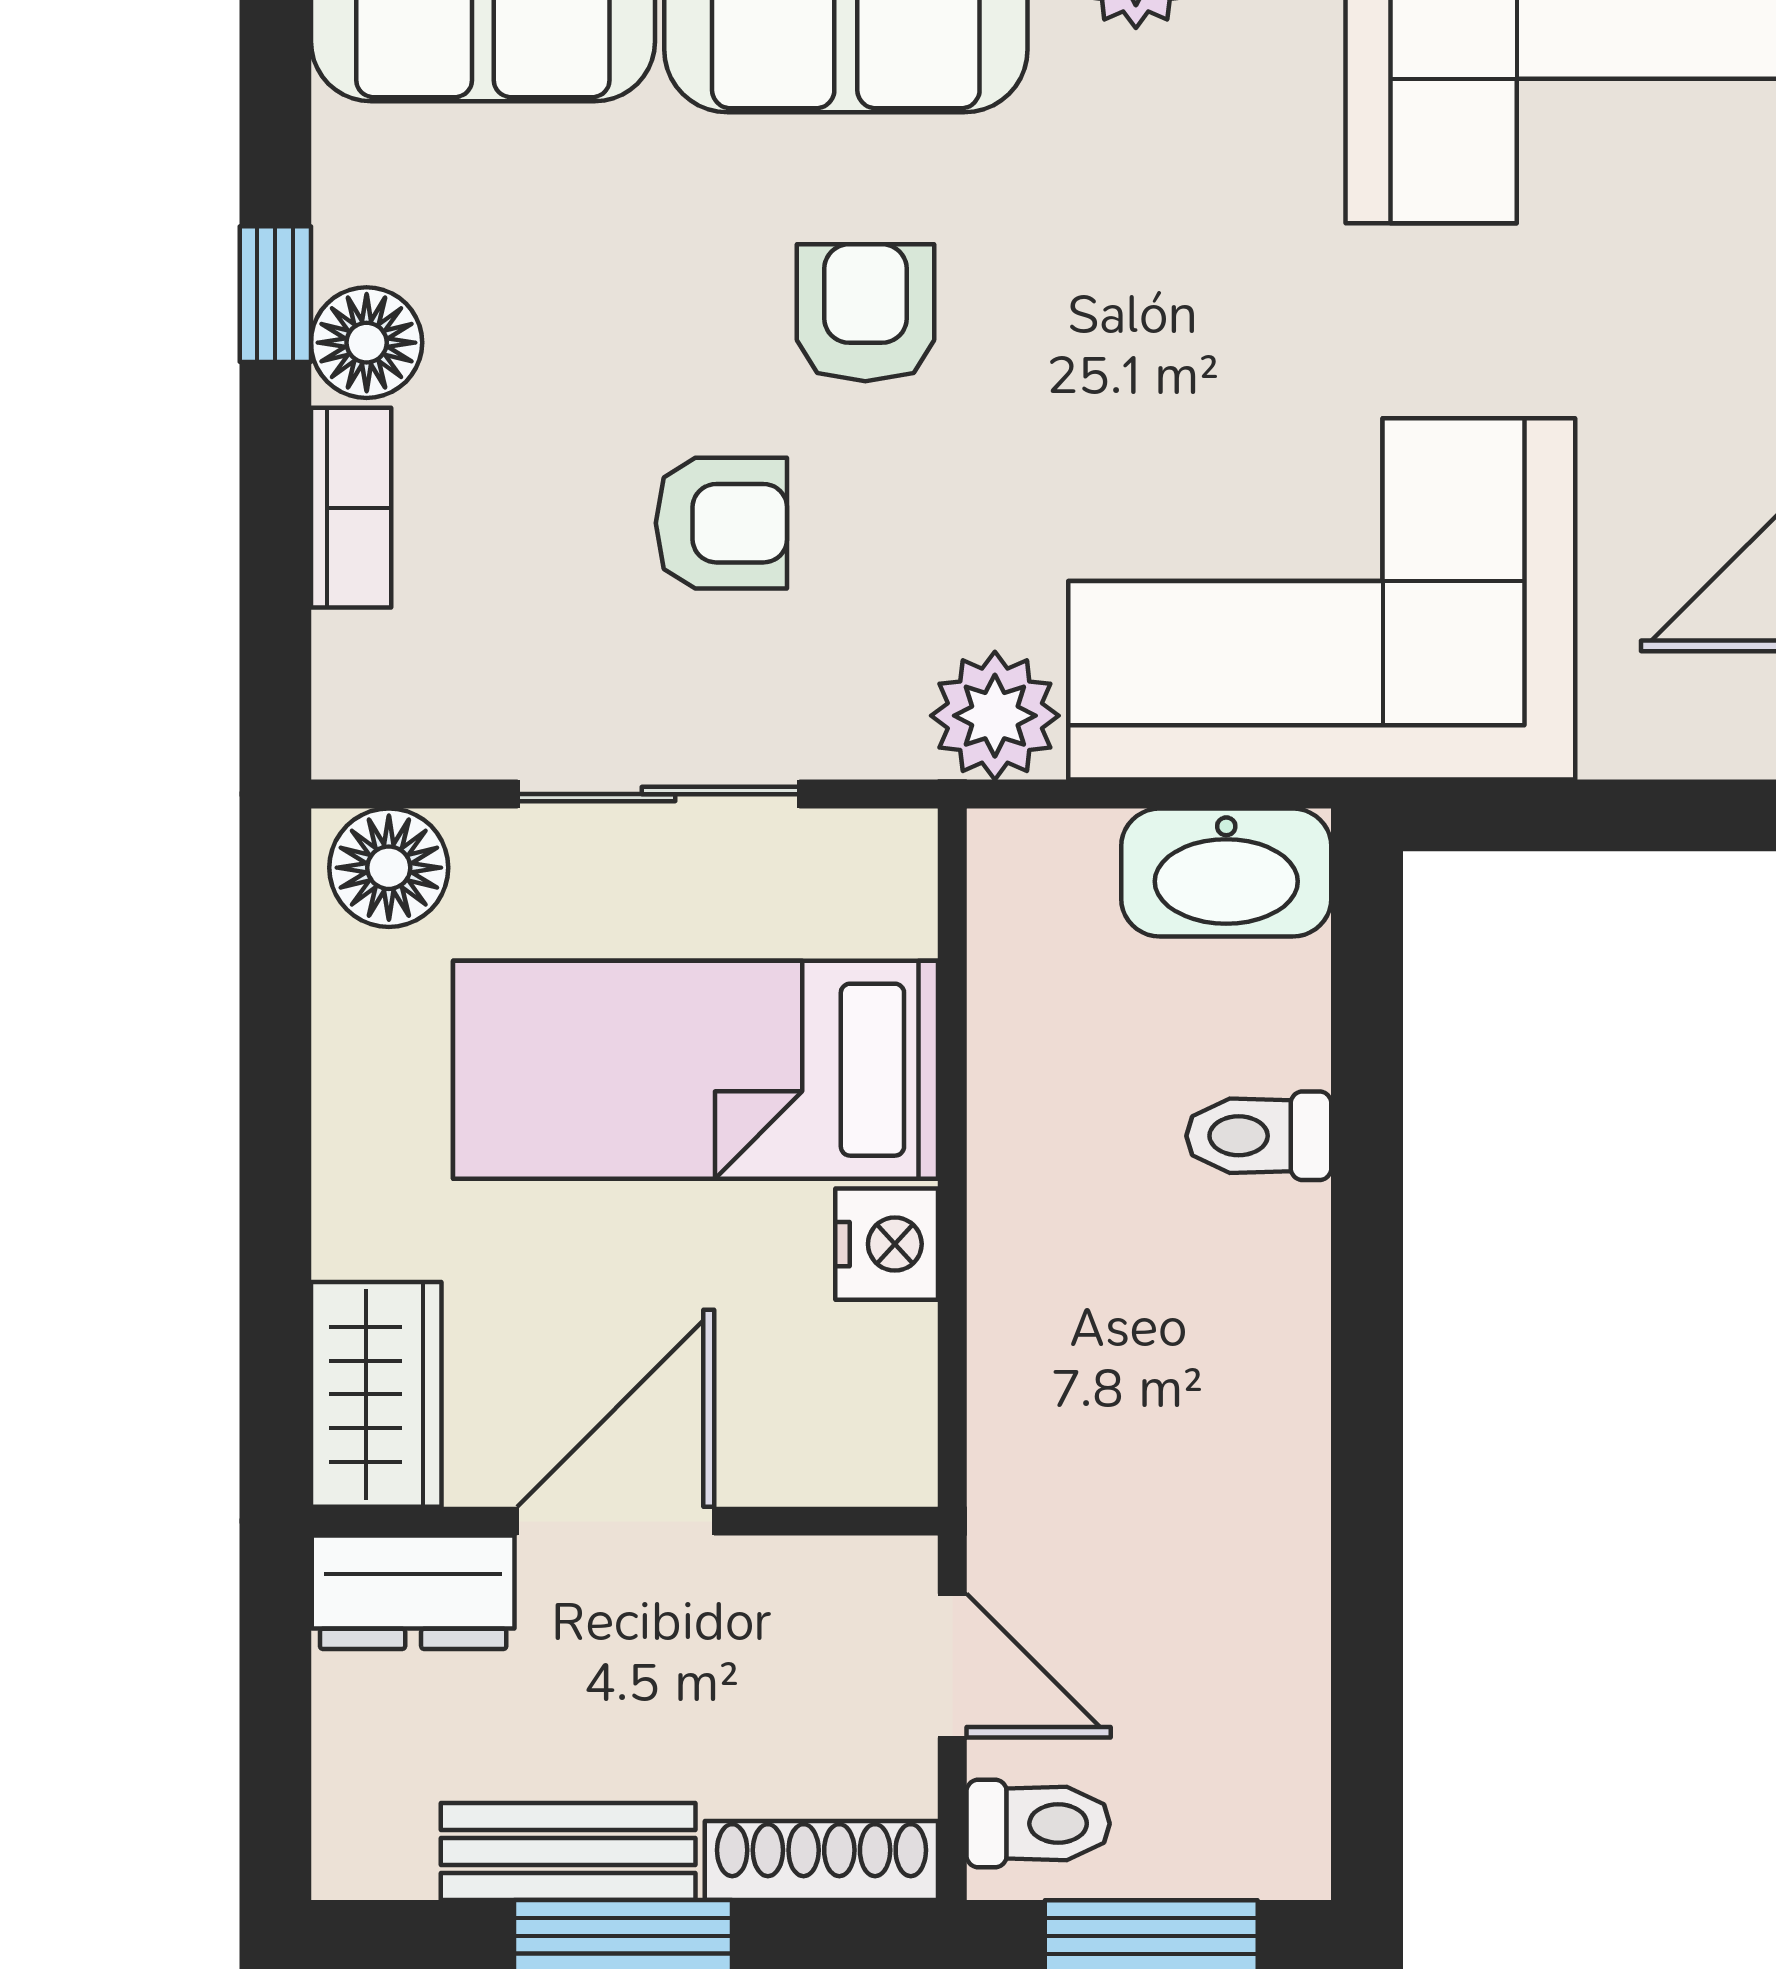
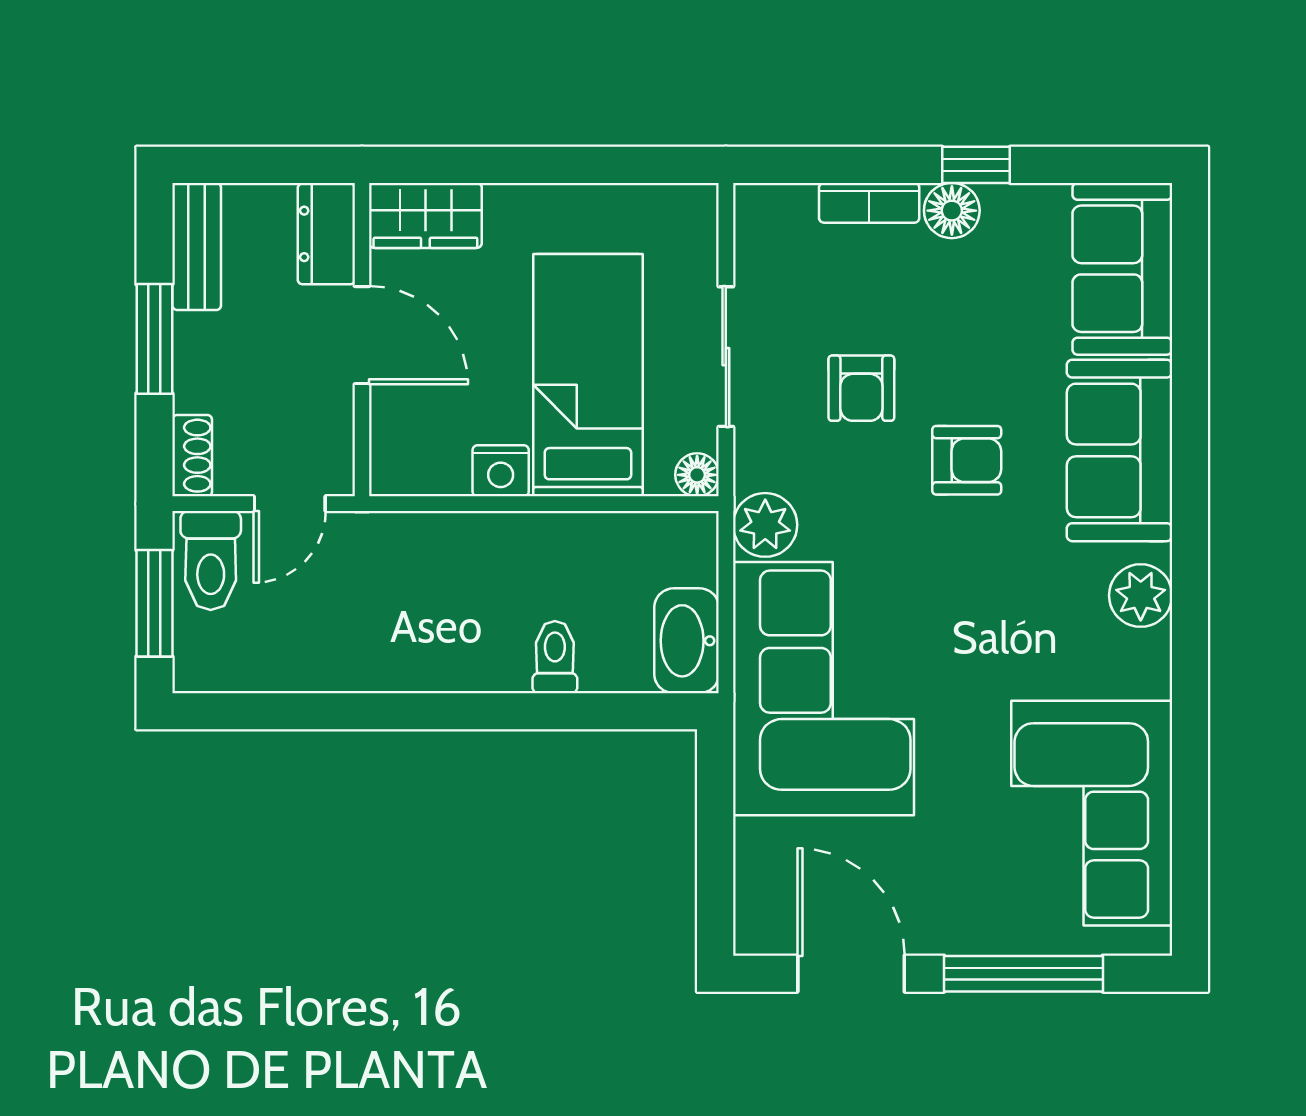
floor lamp: (389, 868) -> (697, 475), moved, width x0.73, depth x0.73
toilet: (1038, 1824) -> (211, 560), width x1.37, depth x1.39
bench: (568, 1851) -> (197, 246), moved
shoe rack: (821, 1860) -> (192, 456), width x0.70

